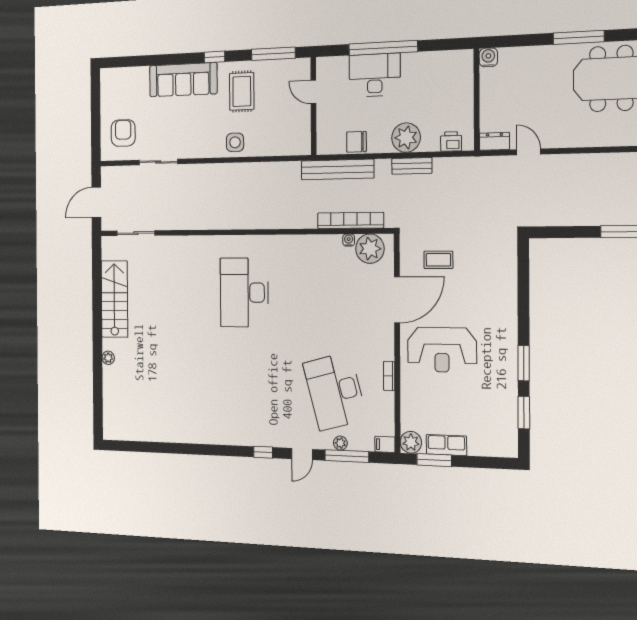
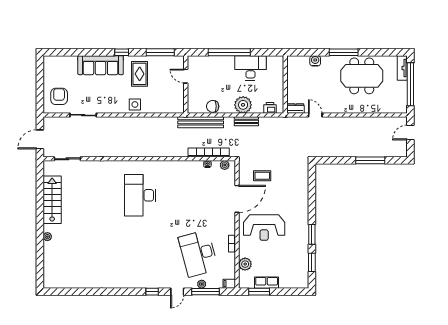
water cooler: (488, 57) -> (315, 61), moved
desk: (375, 75) -> (250, 68), moved
plant: (370, 249) -> (225, 165), width x0.53, depth x0.53
plant: (411, 442) -> (245, 264), moved

